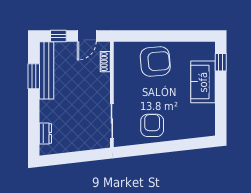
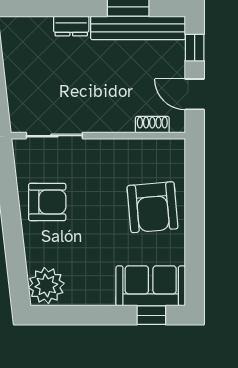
sofa: (203, 82) -> (151, 286), moved
plant: (203, 126) -> (46, 286), added
dresser: (45, 134) -> (71, 26), moved

